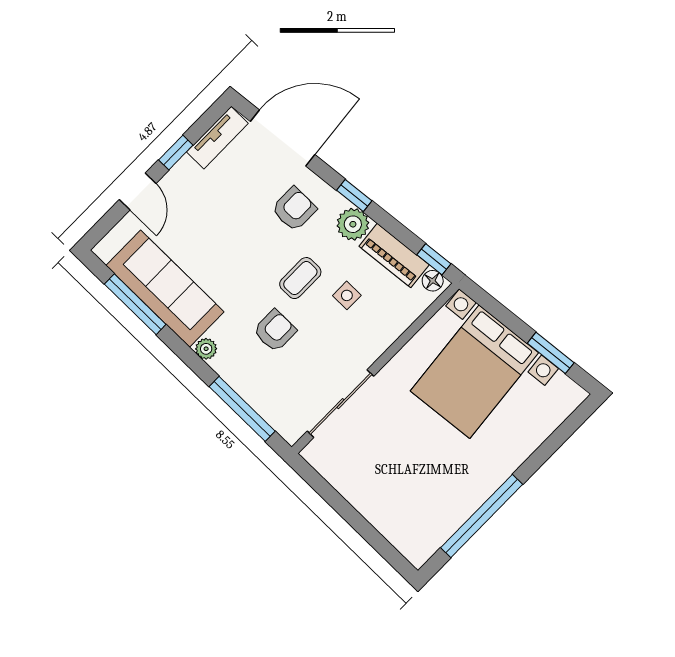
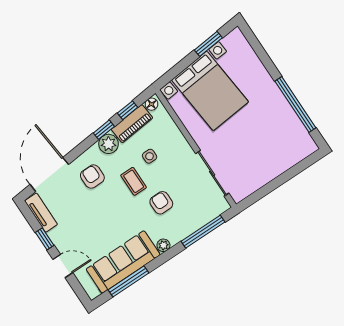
window: (354, 195) -> (104, 130), moved
window: (434, 259) -> (128, 110), moved

